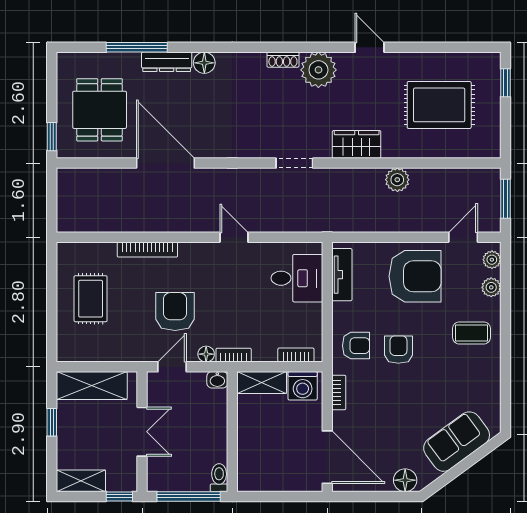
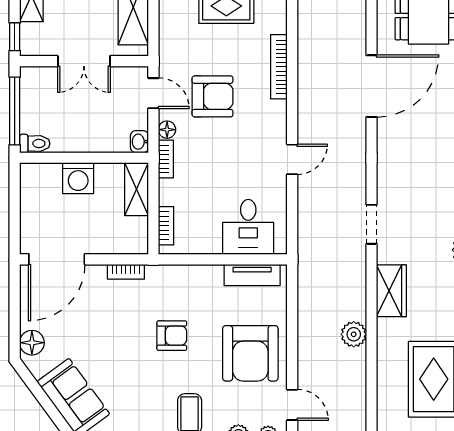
armchair: (356, 346) -> (176, 290), removed
washing machine: (303, 386) -> (78, 178), moved, turned -90

